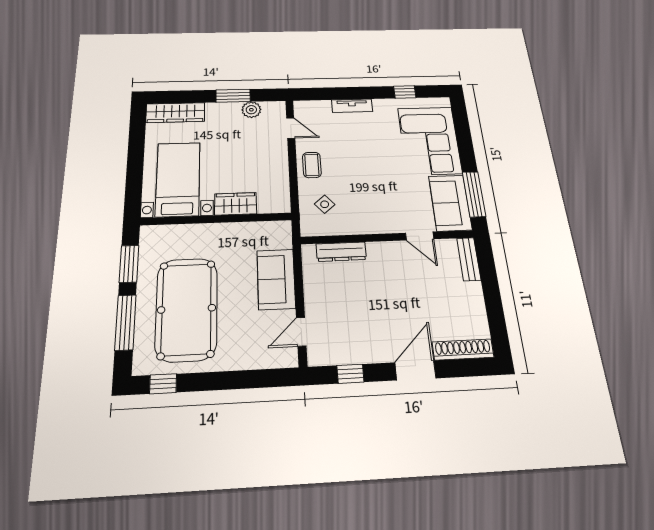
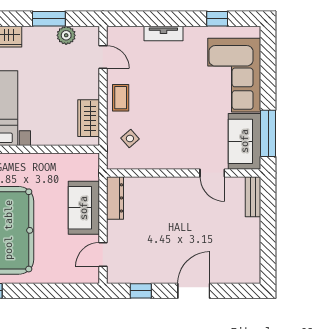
wardrobe: (236, 204) -> (89, 118), moved, turned -90
dresser: (341, 252) -> (115, 198), moved, turned -90
shoe rack: (463, 350) -> (236, 276), removed

